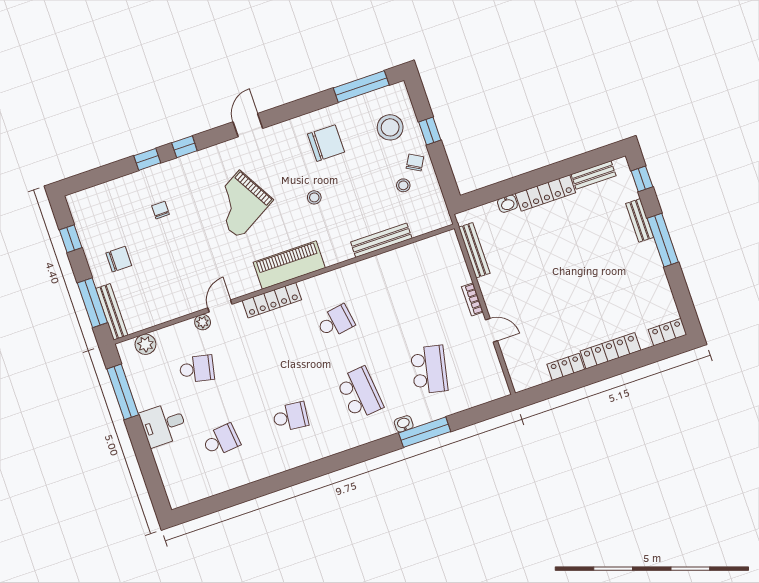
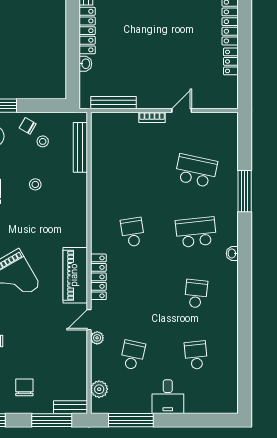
stool: (314, 197) -> (35, 184), moved
bench: (381, 240) -> (80, 147), moved
piano: (289, 265) -> (75, 275), moved
door: (220, 306) -> (89, 320), hinge flipped
bench: (112, 312) -> (70, 407), width x0.73
washbasin: (404, 424) -> (232, 253), moved

